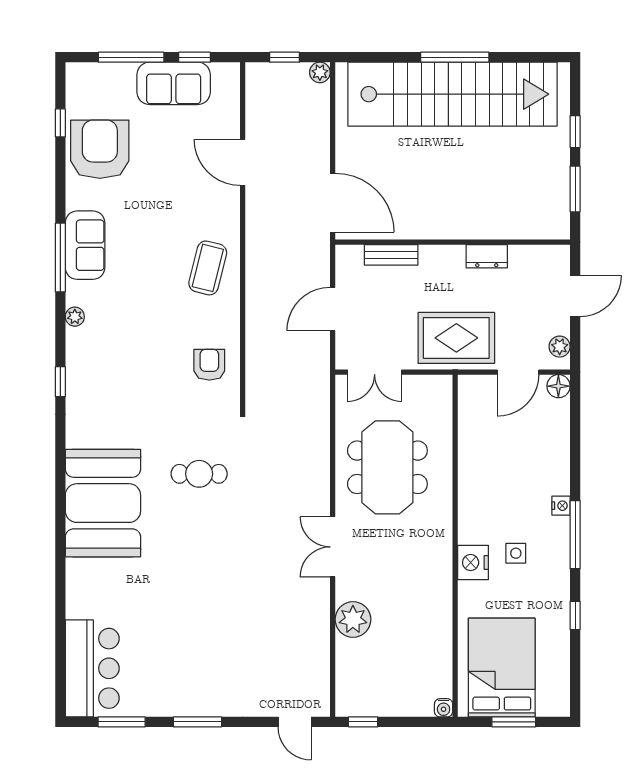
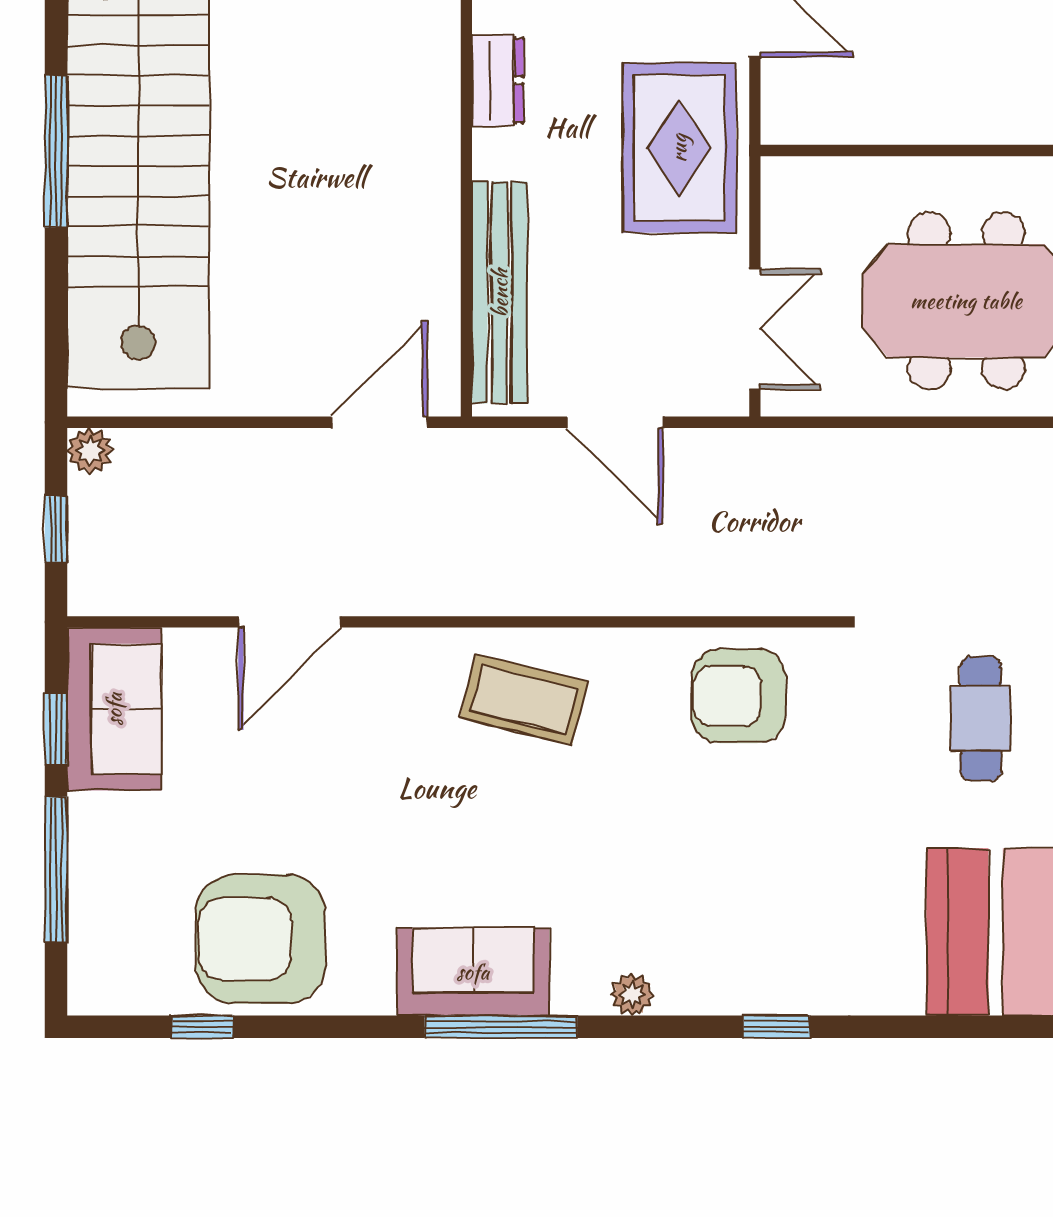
sofa: (174, 83) -> (114, 709), moved
door: (333, 203) -> (379, 422), width x0.73
bench: (391, 255) -> (500, 293), width x1.86, depth x1.21
armchair: (209, 365) -> (739, 696), width x1.38, depth x1.38

